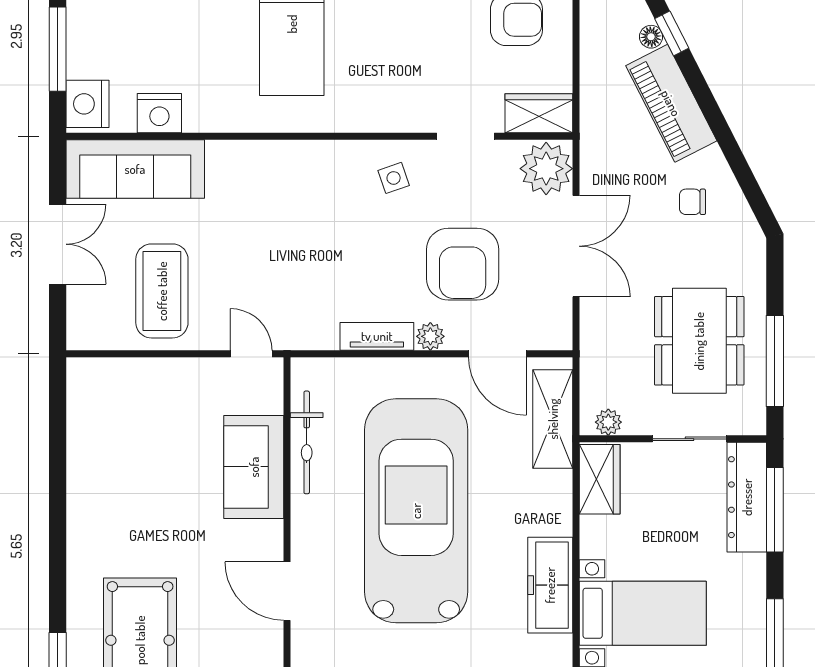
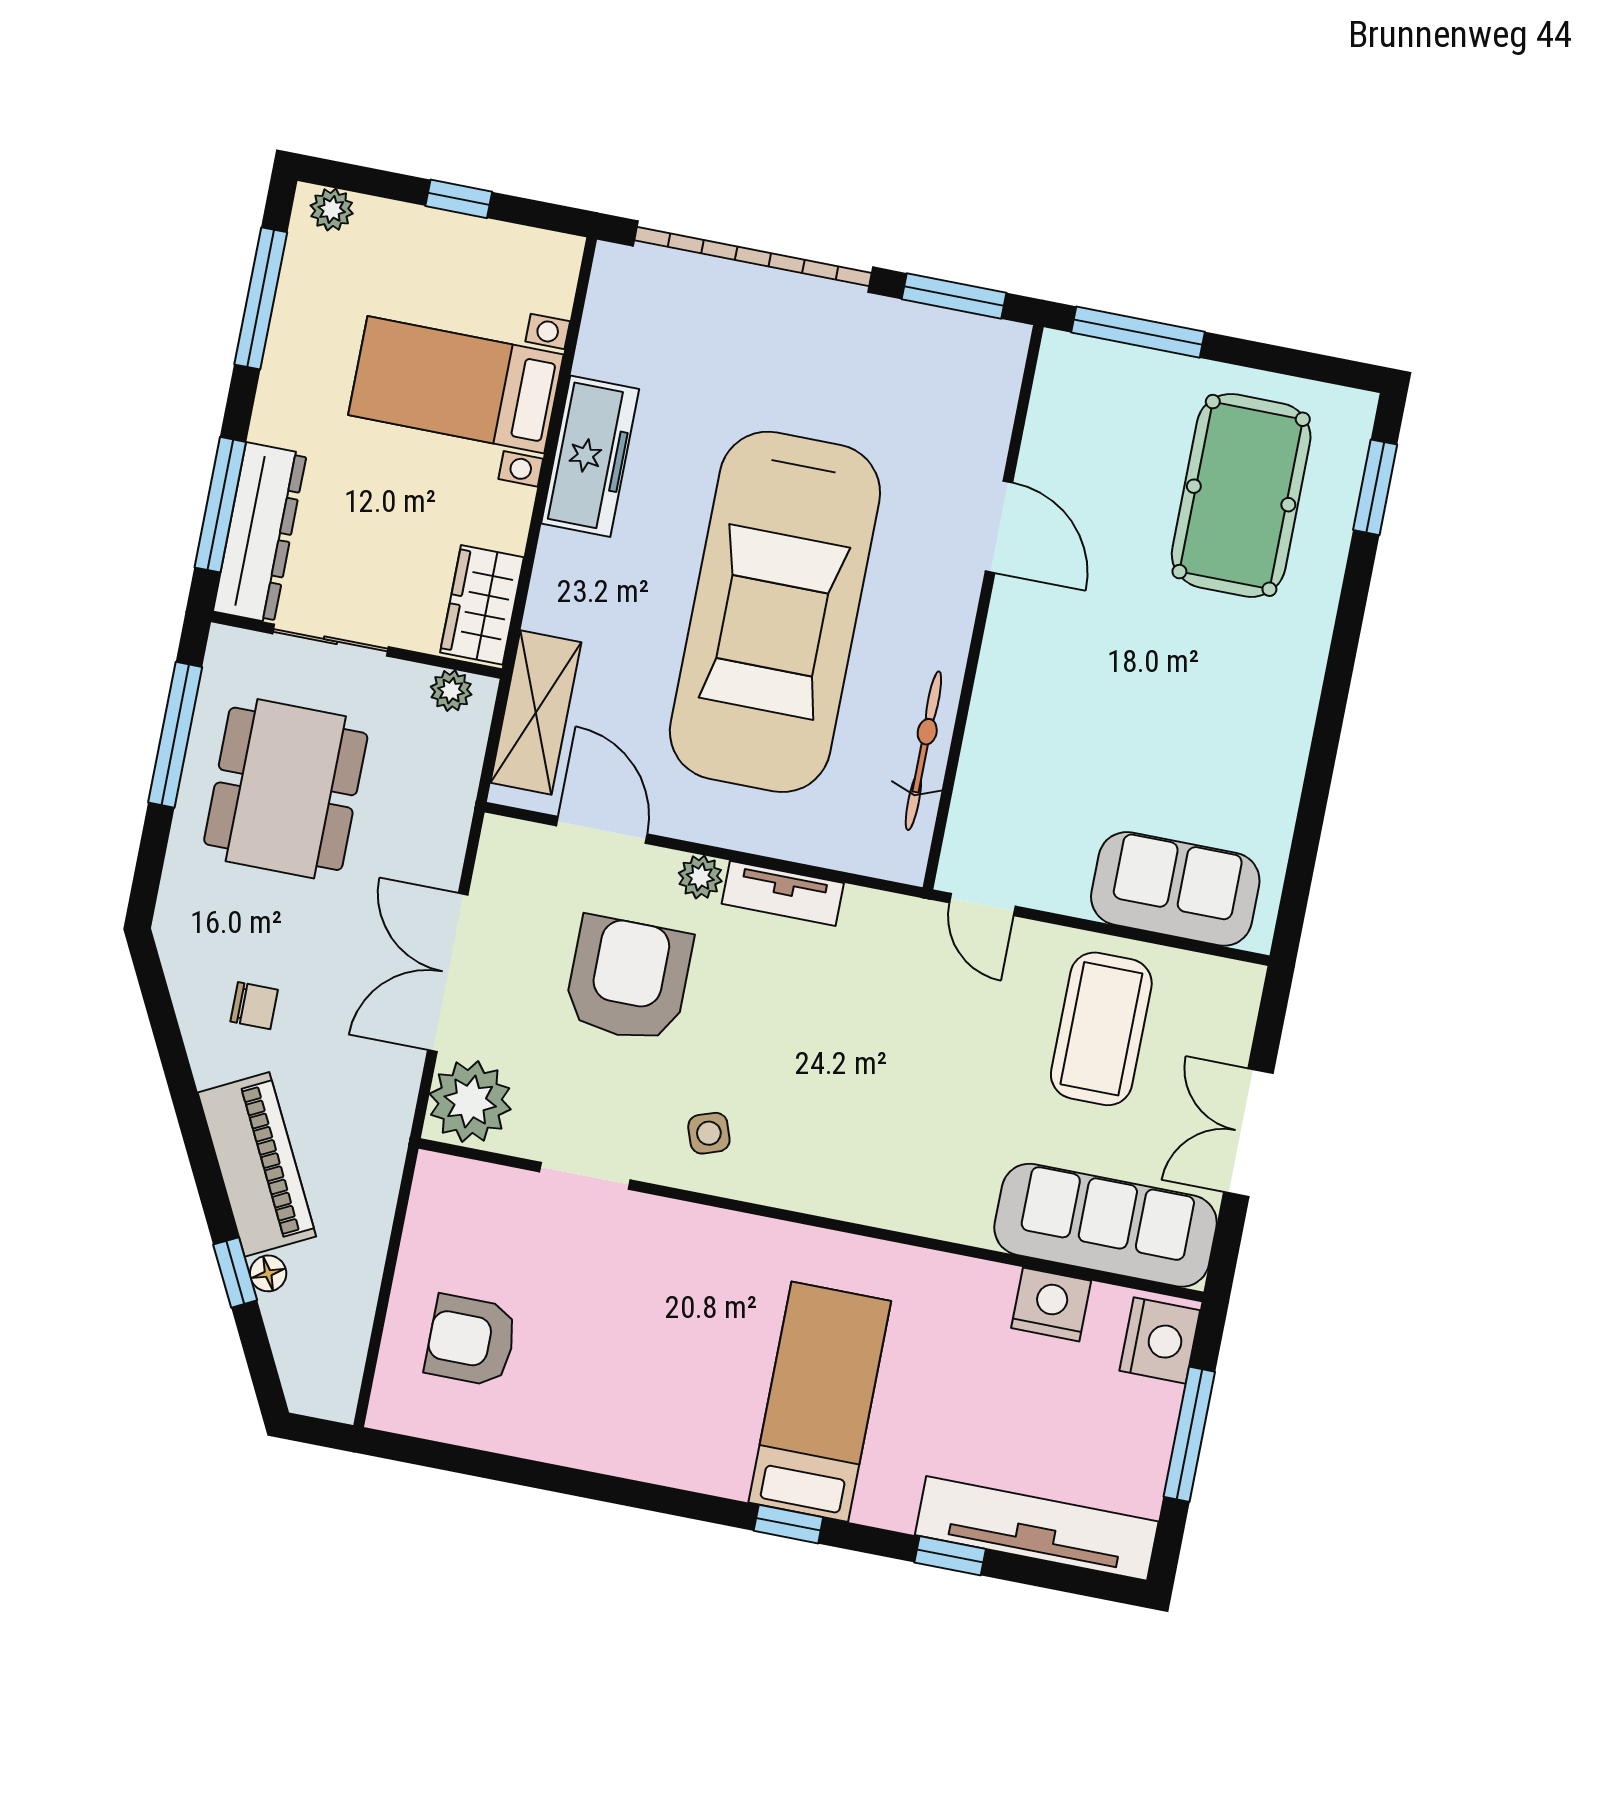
wardrobe: (539, 113) -> (465, 1189), removed
sofa: (254, 467) -> (1175, 889), moved, turned -90

